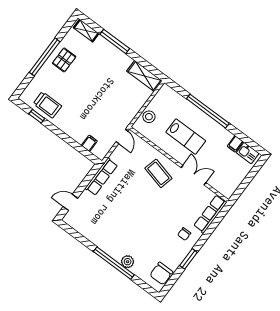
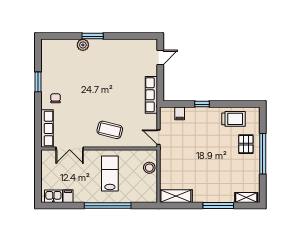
pallet: (64, 60) -> (246, 144), moved
trolley: (47, 105) -> (233, 119), turned 180
window: (37, 116) -> (202, 104), moved
lab bench: (186, 137) -> (110, 174), turned 90
double door: (193, 175) -> (70, 148), moved
window: (114, 263) -> (93, 36), width x0.47
chair: (161, 274) -> (50, 55), removed

